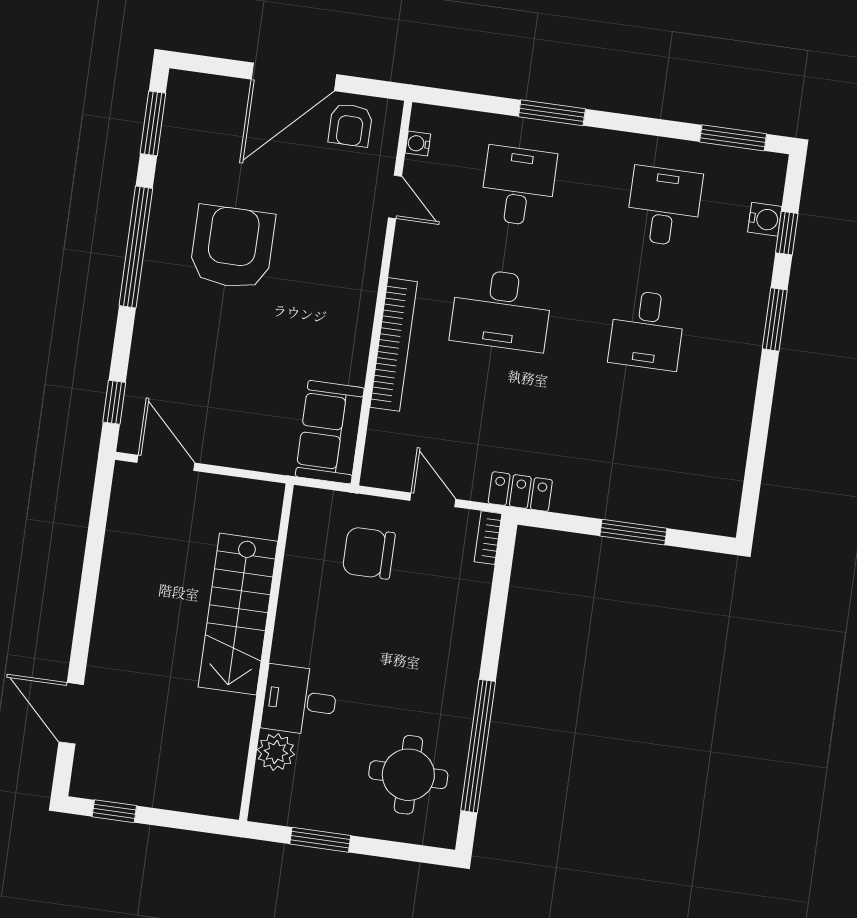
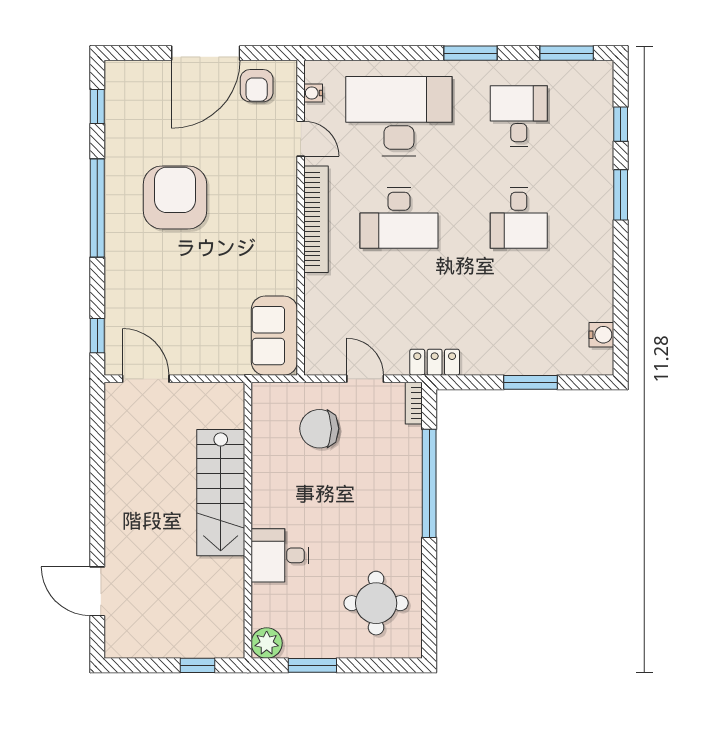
window: (552, 113) -> (470, 53), moved
window: (153, 123) -> (97, 106), width x0.67
desk: (518, 186) -> (399, 116), width x1.87, depth x1.30
water cooler: (765, 219) -> (601, 335), moved
bookcase: (394, 344) -> (316, 219), moved
window: (478, 746) -> (429, 483), moved
plant: (276, 752) -> (267, 643), moved
window: (114, 811) -> (197, 665), moved

